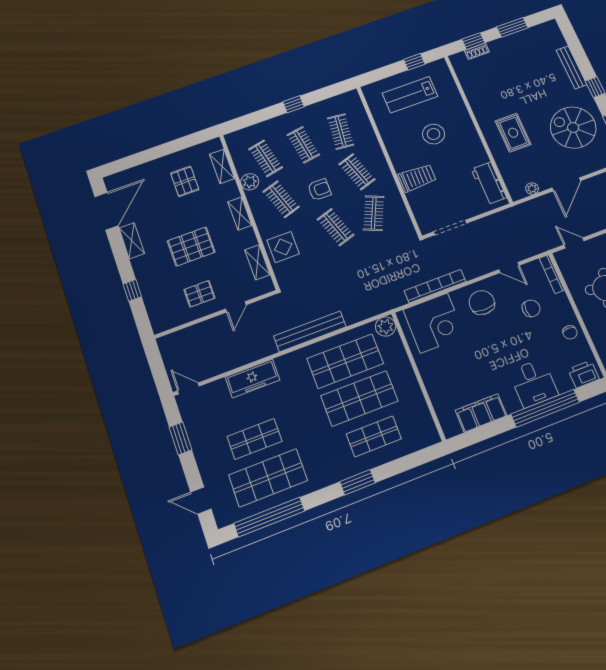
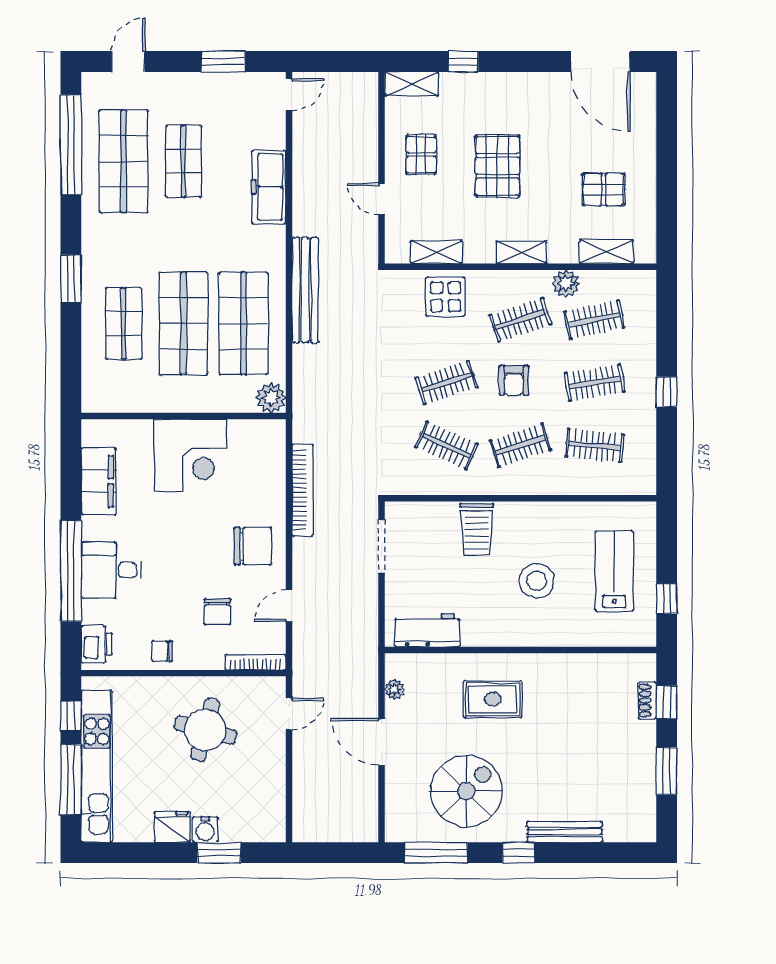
shelving: (132, 241) -> (412, 84), moved
corner desk: (434, 323) -> (190, 455), moved, turned -90

